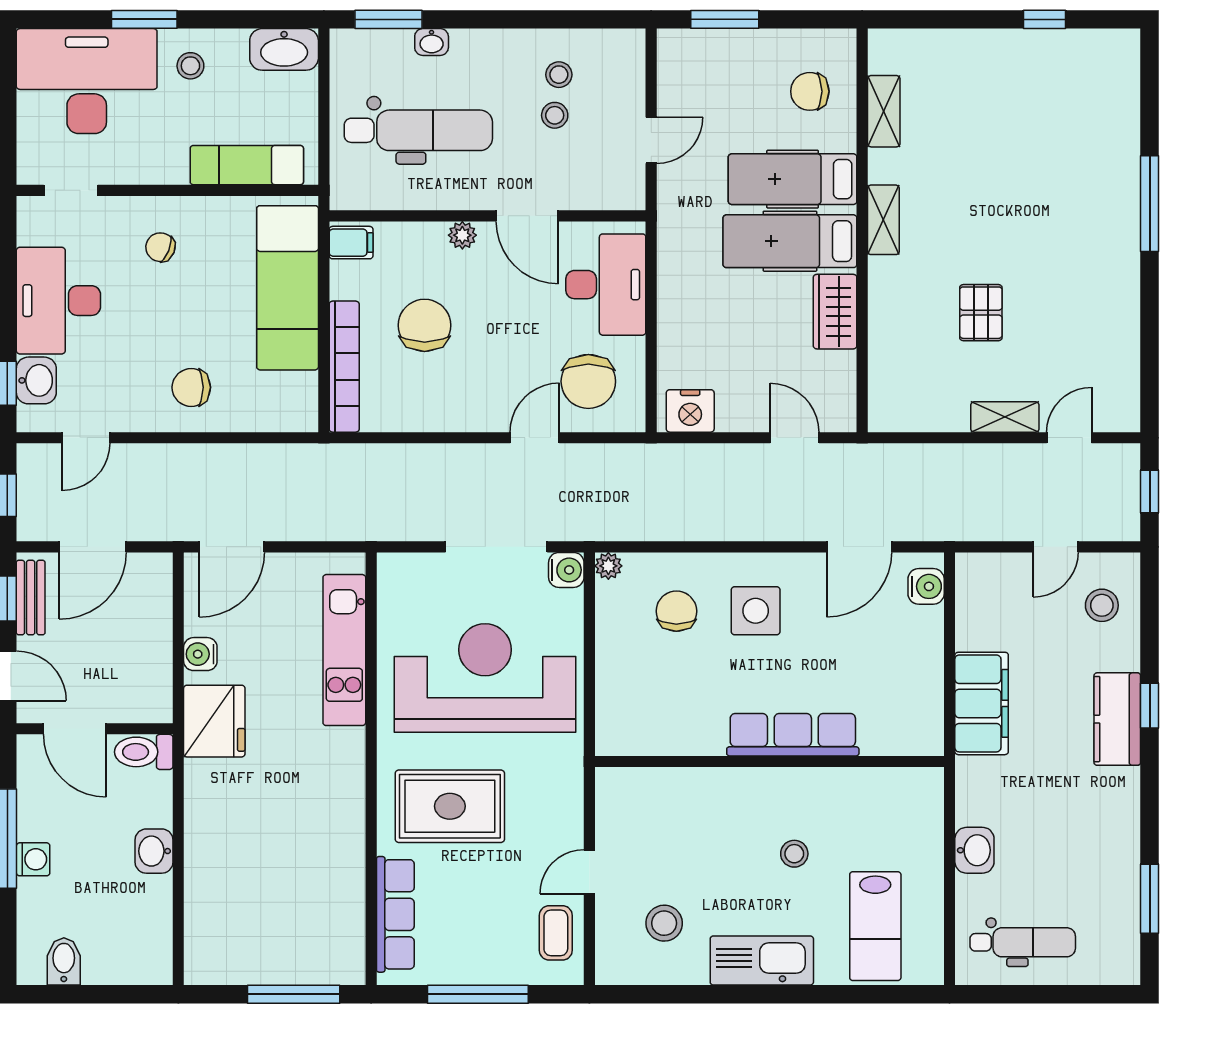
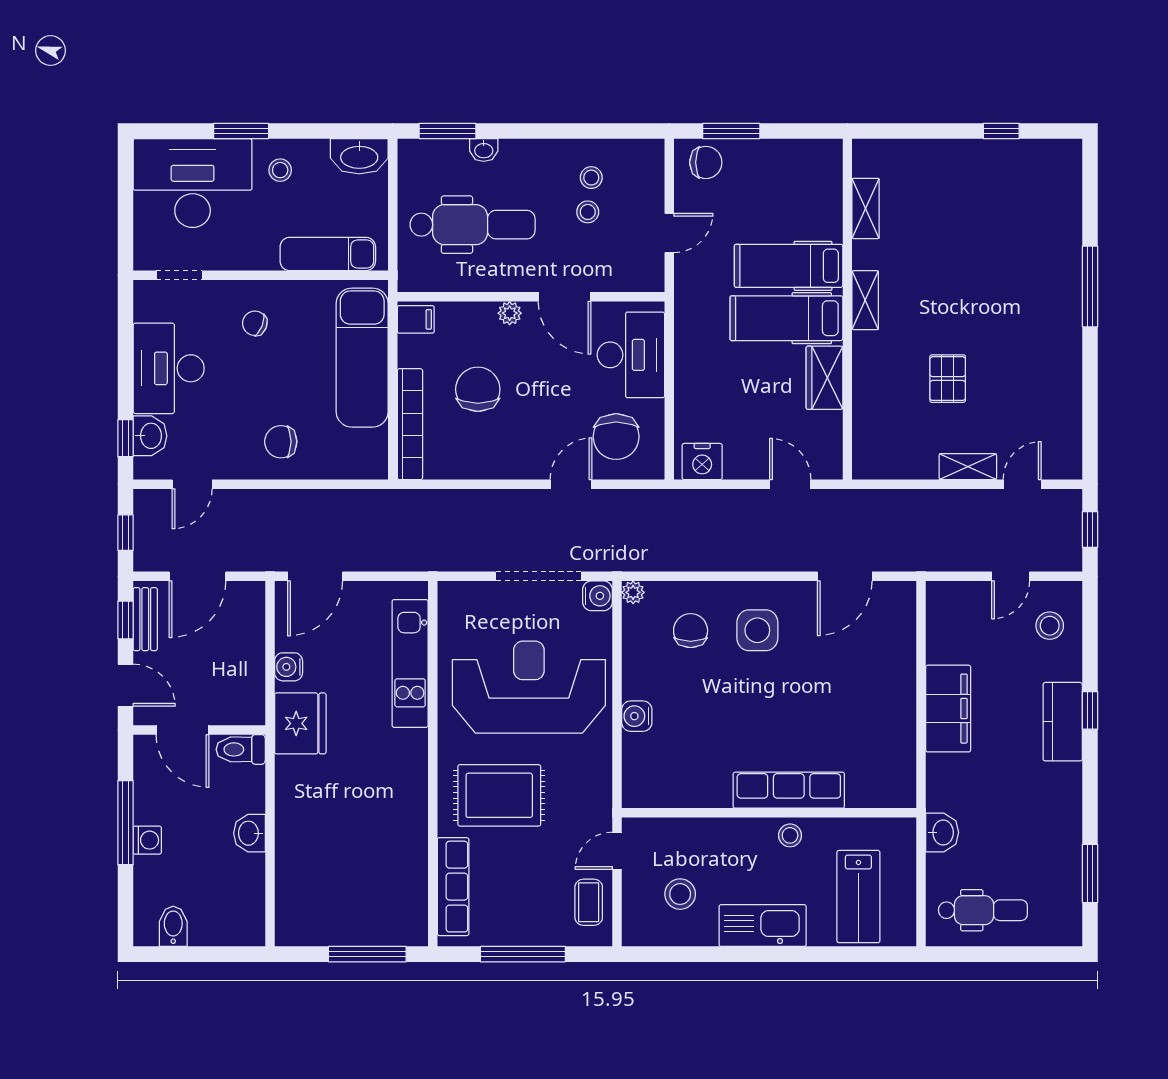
chair: (810, 91) -> (706, 162), moved, turned 180
water cooler: (926, 586) -> (637, 716), moved, turned 180
row of seats: (793, 735) -> (789, 790), moved
wall: (769, 761) -> (769, 813), moved

